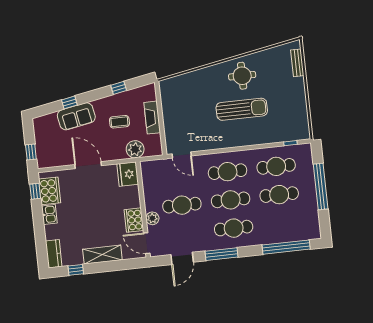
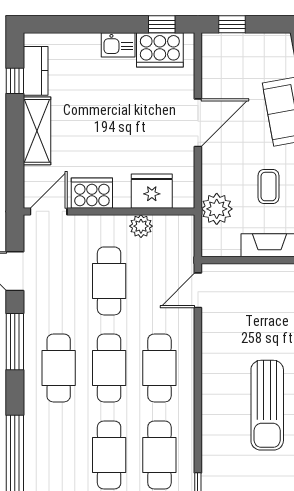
fridge: (128, 174) -> (152, 191), moved
plant: (152, 218) -> (141, 226), moved
kitchen counter: (54, 254) -> (36, 71), moved, turned -90

